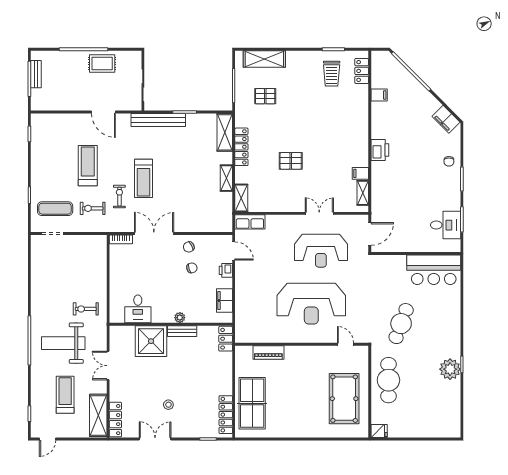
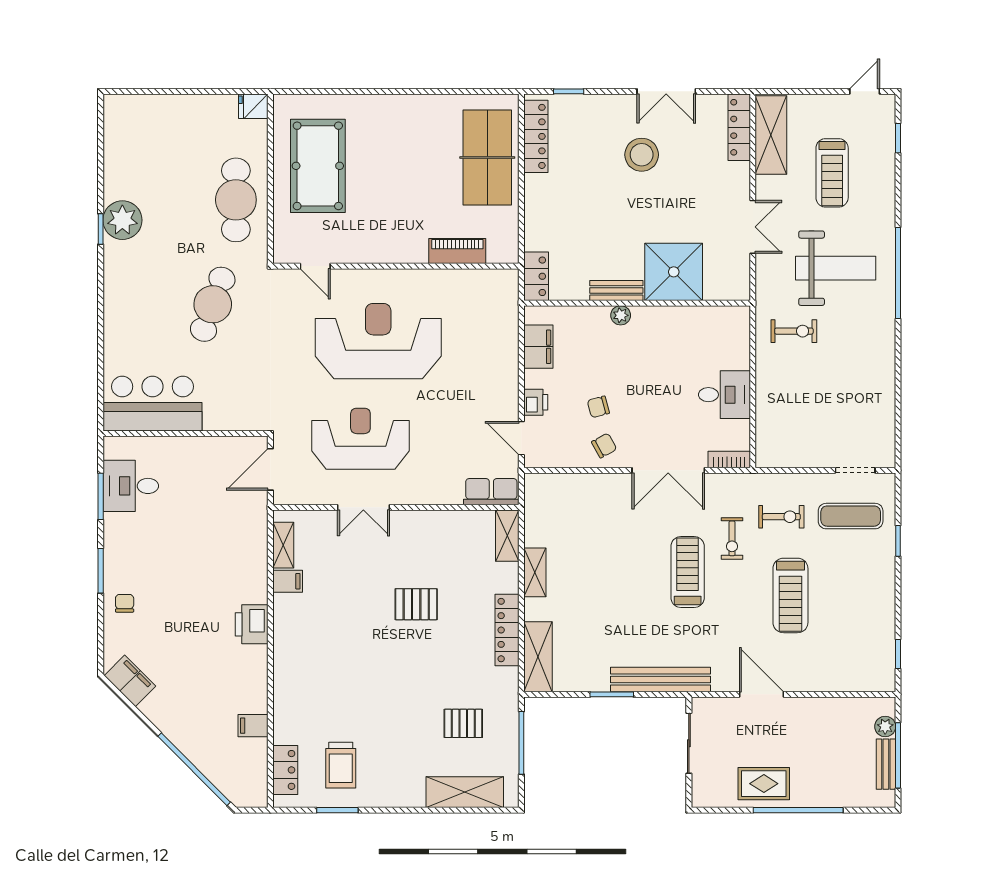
trolley: (332, 74) -> (341, 765), turned 180
plant: (36, 95) -> (885, 726), added
desk: (138, 309) -> (724, 395), moved, turned 90
stool: (168, 405) -> (642, 155), width x1.89, depth x1.89

